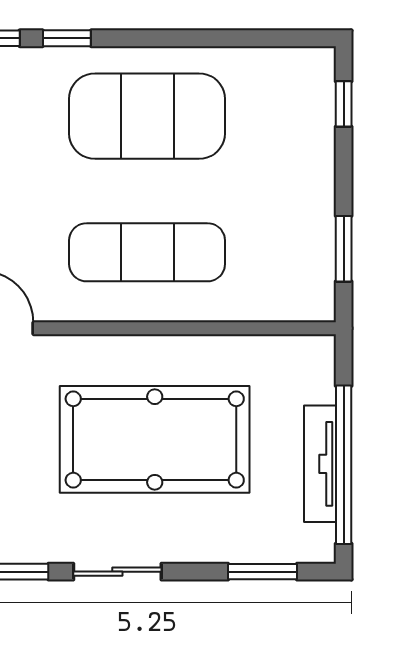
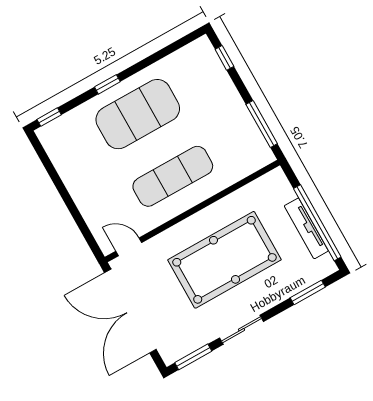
window: (67, 38) -> (107, 84), moved
window: (344, 249) -> (262, 124), width x1.44

